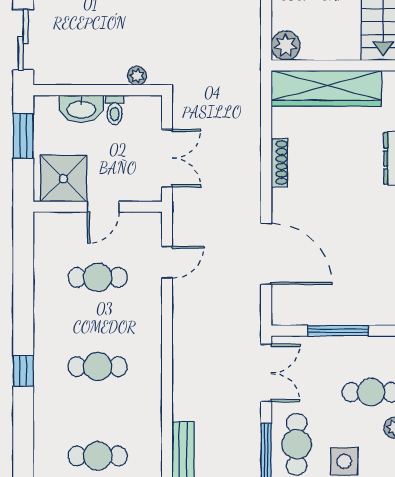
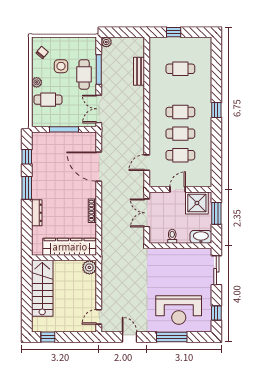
plant: (137, 76) -> (161, 253), removed
washbasin: (81, 109) -> (201, 237), moved
window: (23, 136) -> (216, 213), moved
cafe table: (98, 322) -> (180, 134), added

